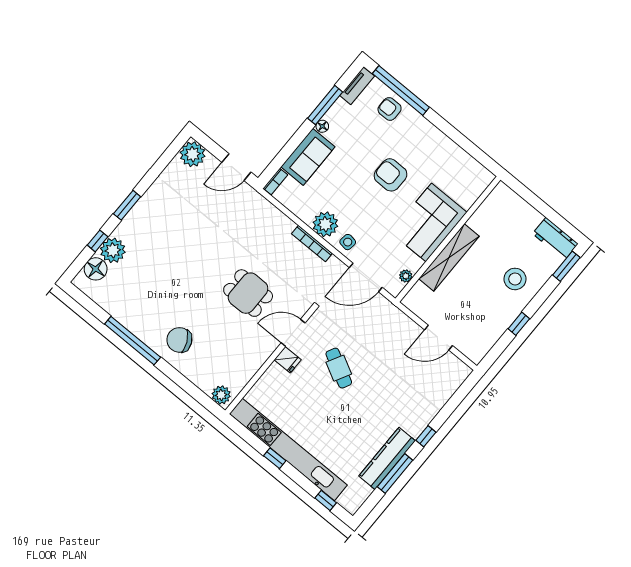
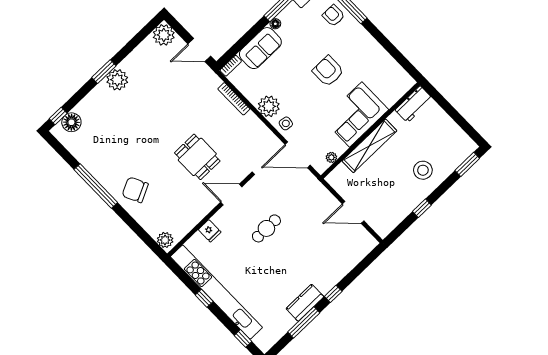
workbench: (555, 239) -> (414, 104), moved, turned -90
window: (98, 241) -> (58, 116), moved
bookcase: (312, 244) -> (234, 99), moved
plant: (113, 250) -> (117, 80), moved
fridge: (288, 360) -> (210, 231), moved
cafe table: (339, 368) -> (266, 228), turned 62
kitchen counter: (387, 458) -> (305, 303), width x0.67

